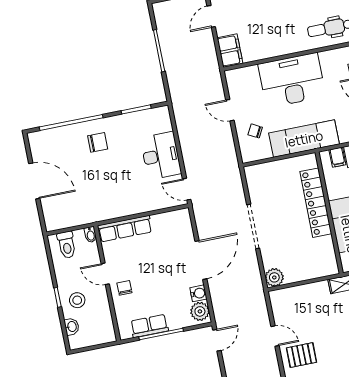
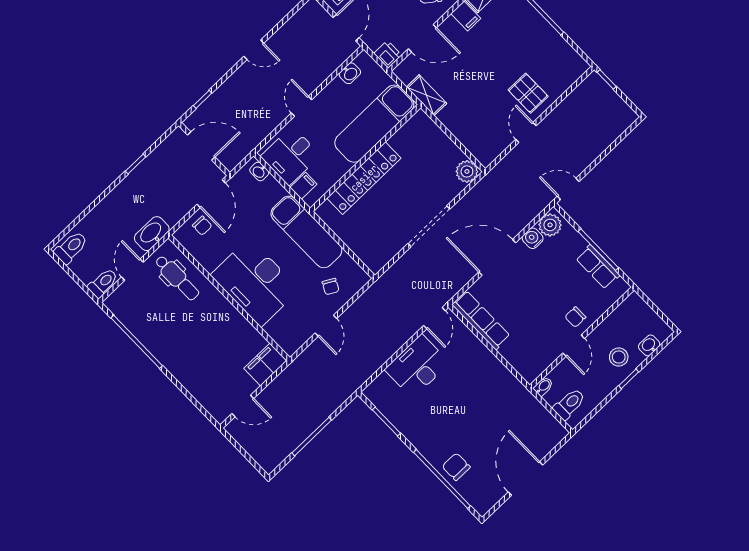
chair: (98, 142) -> (456, 467), moved
row of seats: (125, 229) -> (481, 320), moved

